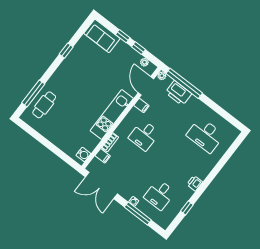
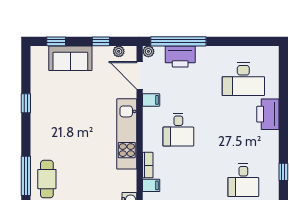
sofa: (102, 36) -> (70, 58), moved
window: (123, 36) -> (56, 41), moved
printer: (195, 183) -> (268, 114), moved, width x1.87, depth x1.48

